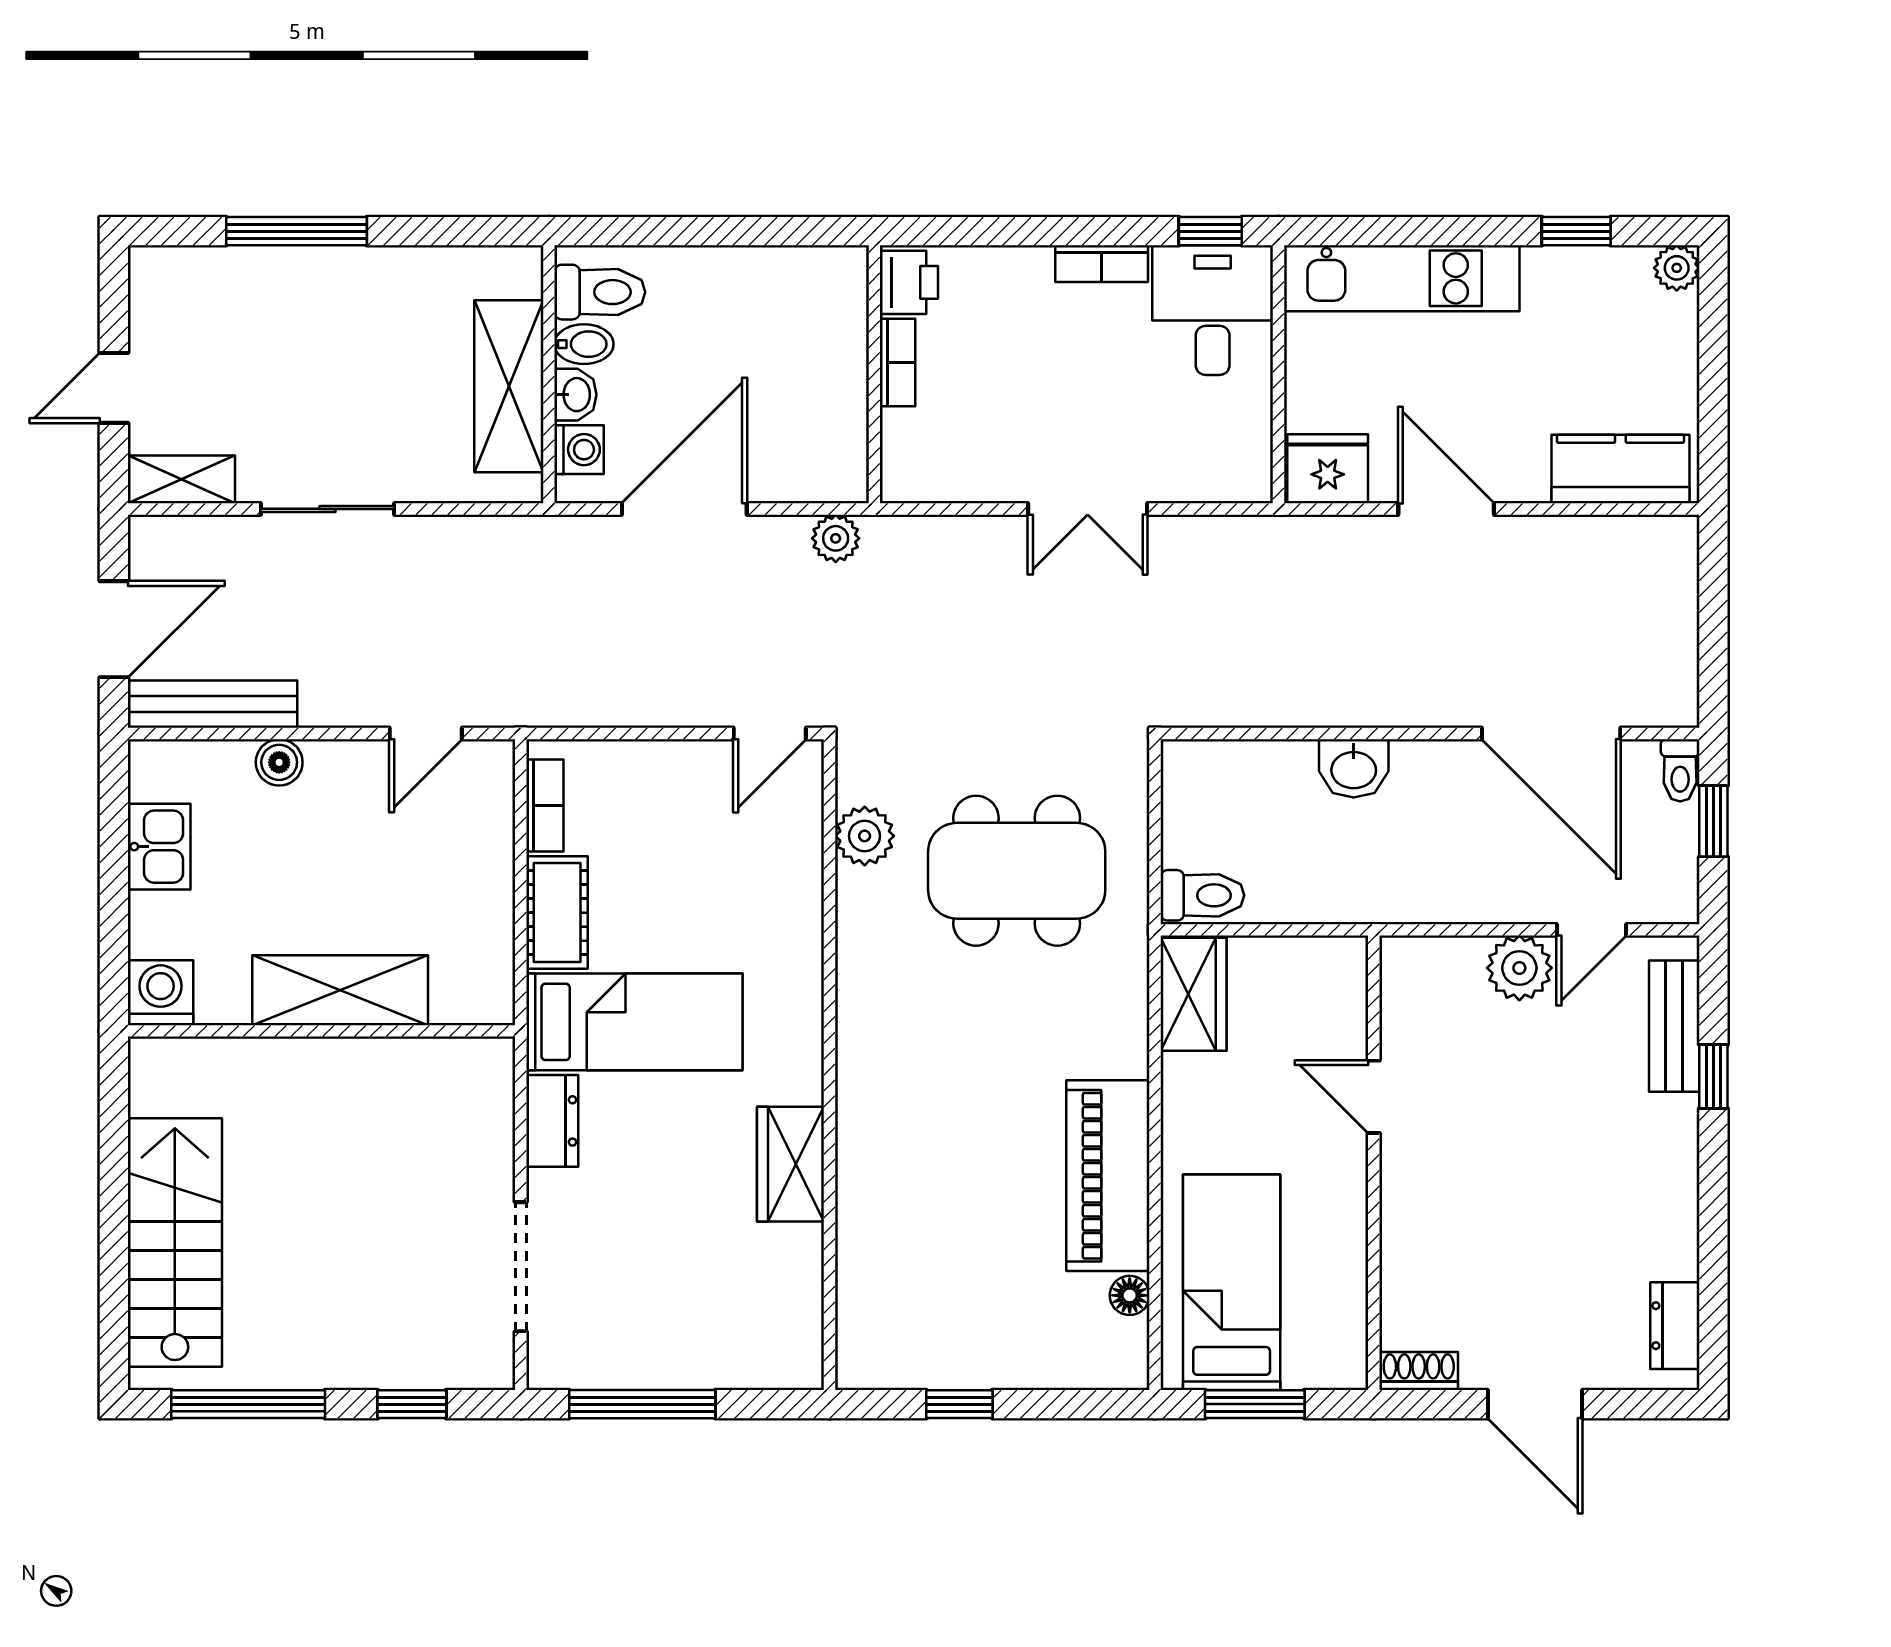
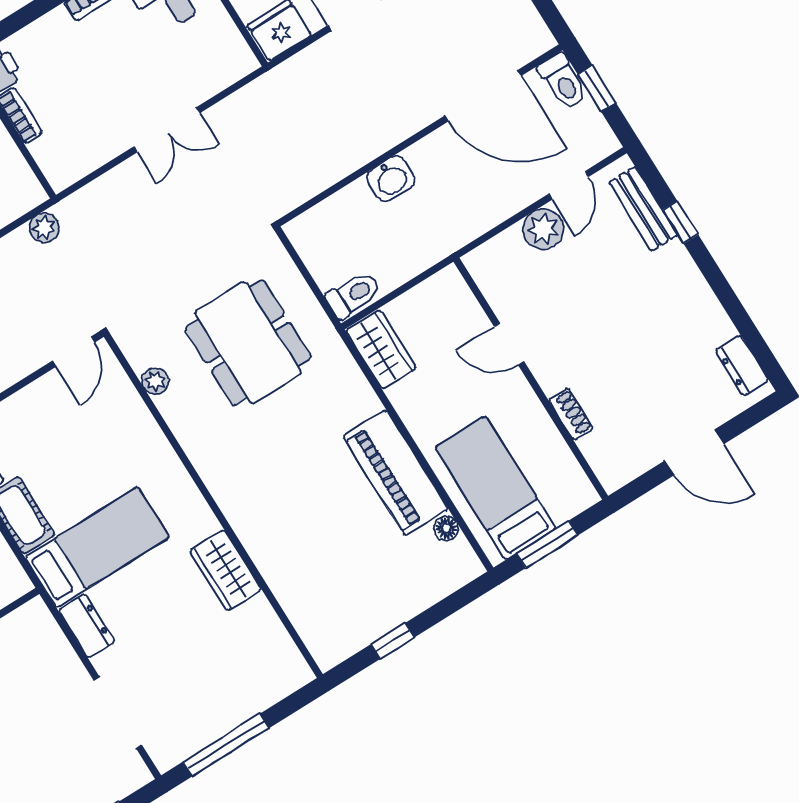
toilet: (1680, 770) -> (563, 82), width x1.37, depth x1.39
plant: (865, 836) -> (155, 381), width x0.73, depth x0.73
dining table: (1017, 871) -> (248, 343), turned 90
shoe rack: (1419, 1371) -> (571, 414), moved, turned 90

